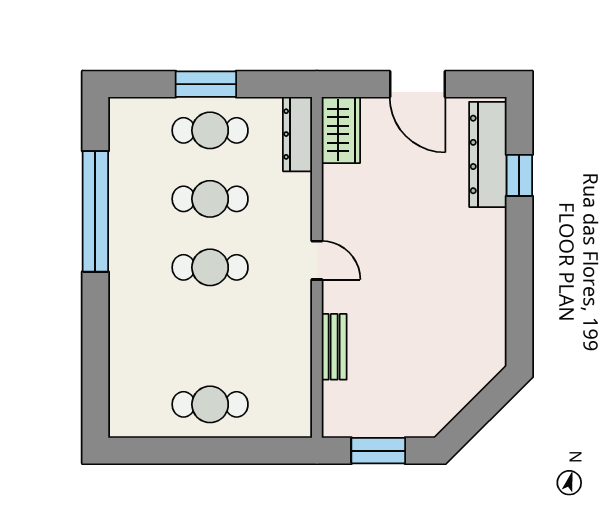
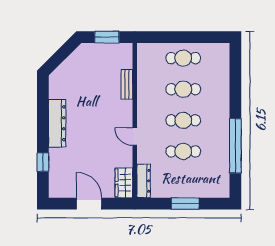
cafe table: (210, 130) -> (183, 89), moved
dresser: (488, 154) -> (57, 123), moved
door: (317, 260) -> (135, 137), moved

